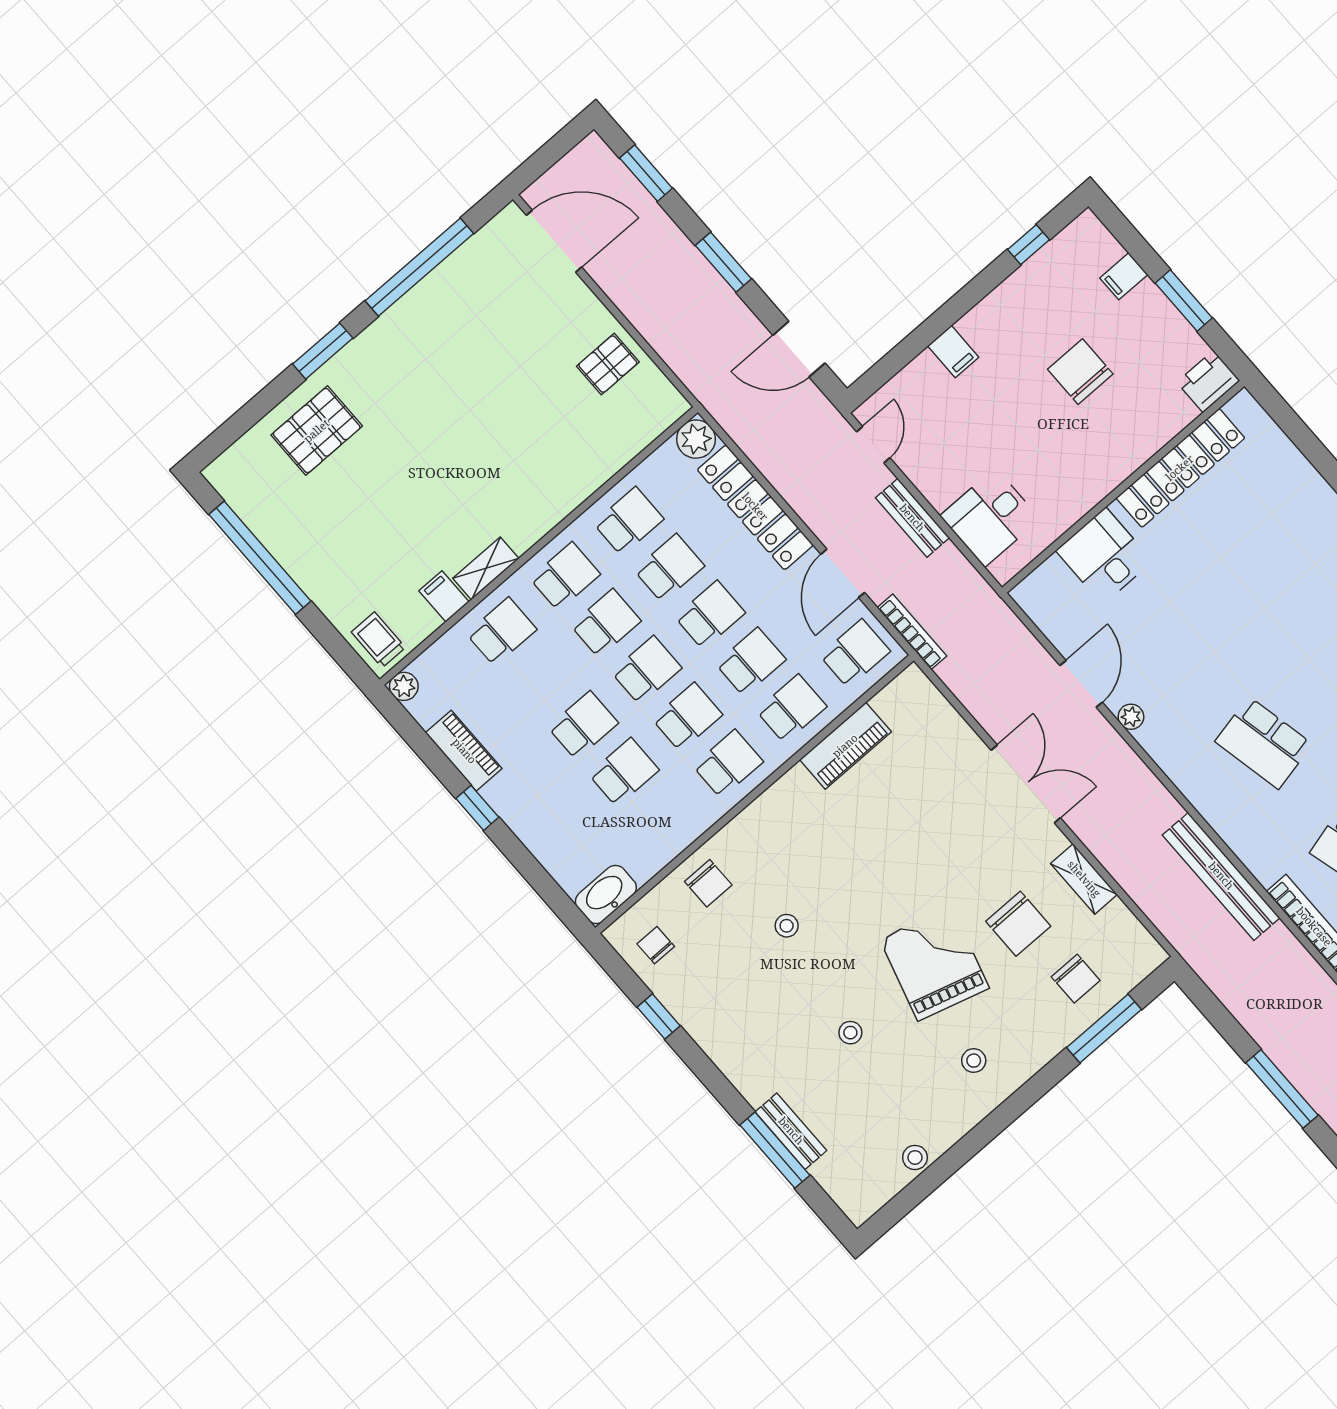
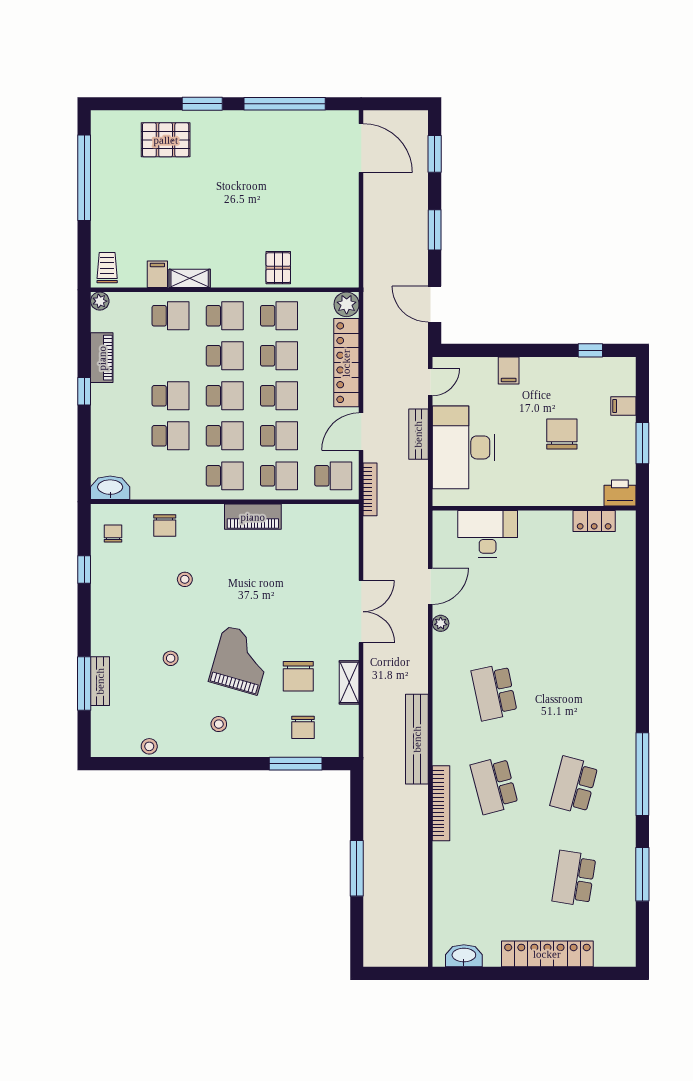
pallet: (608, 364) -> (278, 268), moved, turned 90
locker: (1180, 468) -> (594, 521), width x0.46, depth x0.83
desk: (990, 517) -> (464, 447), width x1.87, depth x1.30
desk: (1104, 556) -> (488, 534), width x1.37
piano: (845, 746) -> (253, 517), moved

